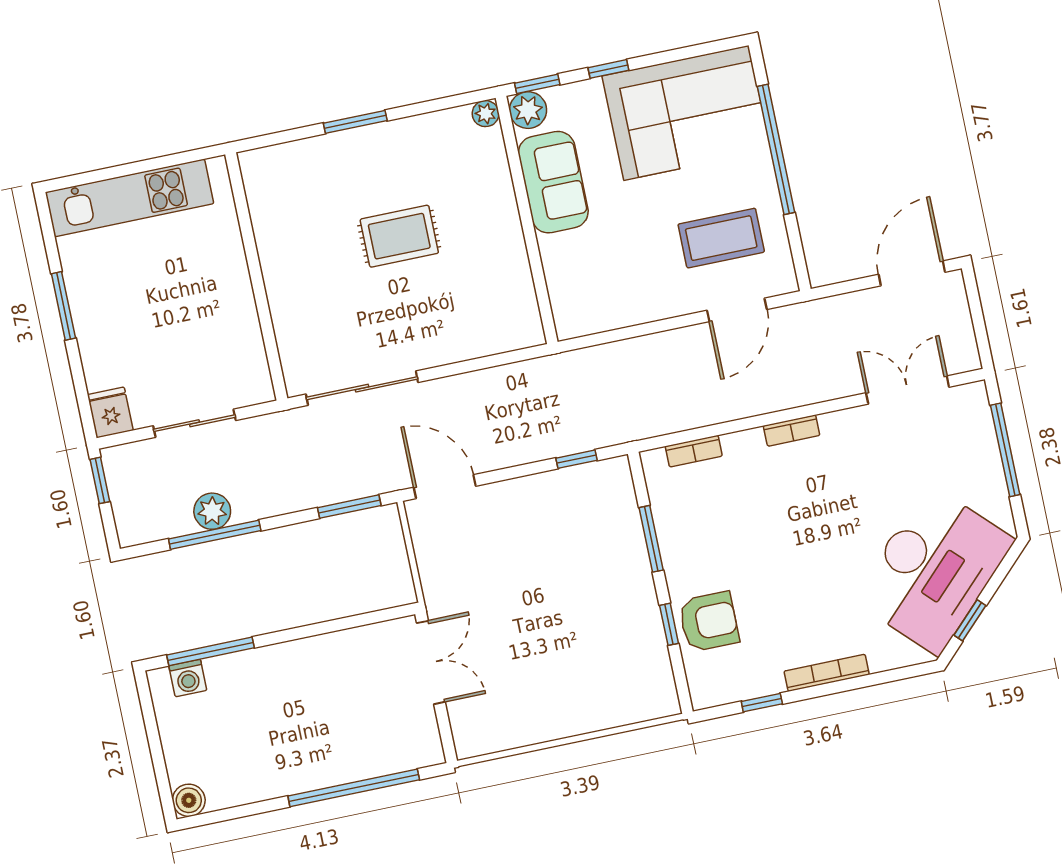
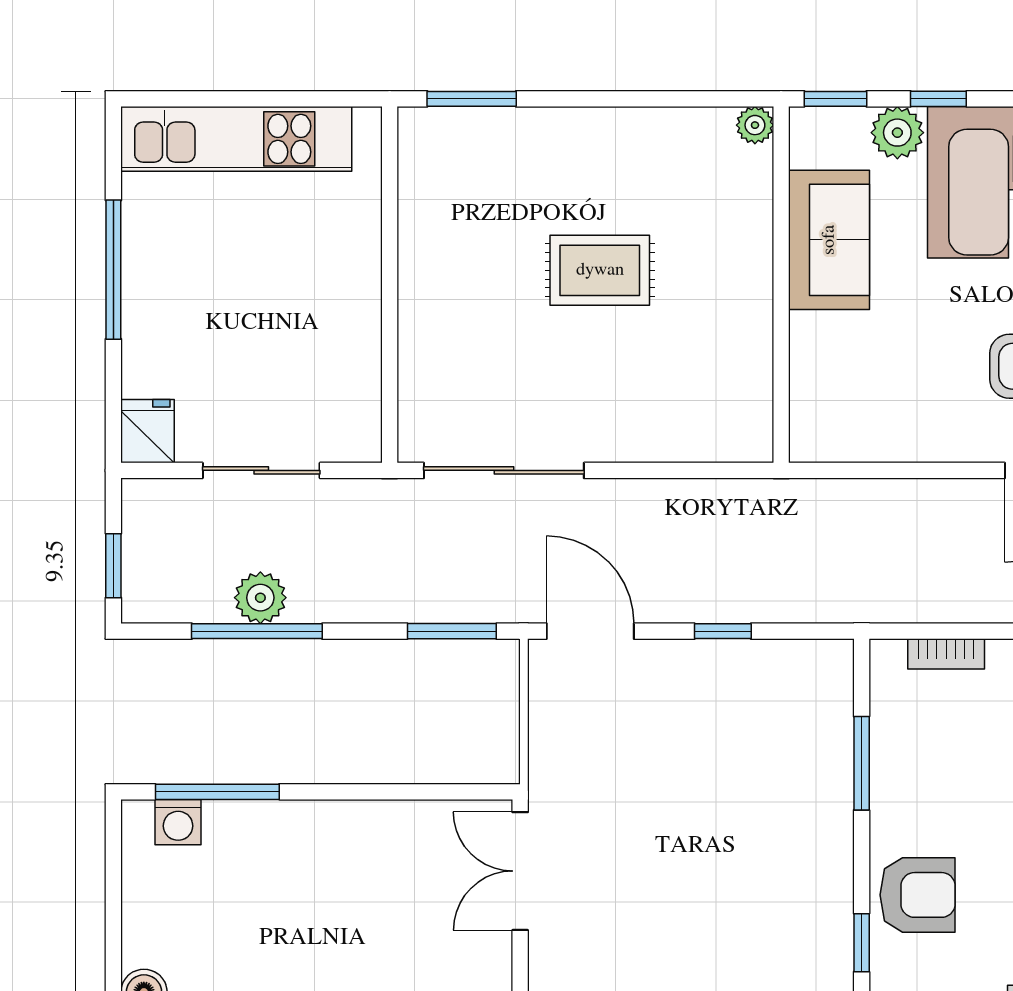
plant: (528, 110) -> (897, 133), moved
window: (355, 122) -> (472, 99), moved
window: (63, 306) -> (113, 270), width x1.44
window: (577, 459) -> (723, 631), moved
window: (100, 480) -> (113, 566), moved
window: (669, 624) -> (862, 943), moved
double door: (431, 662) -> (520, 871), swing flipped

